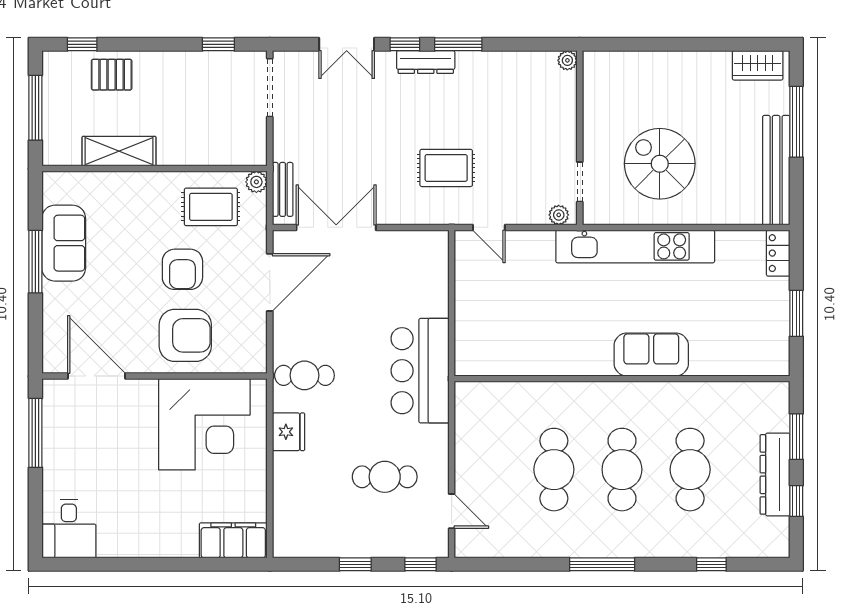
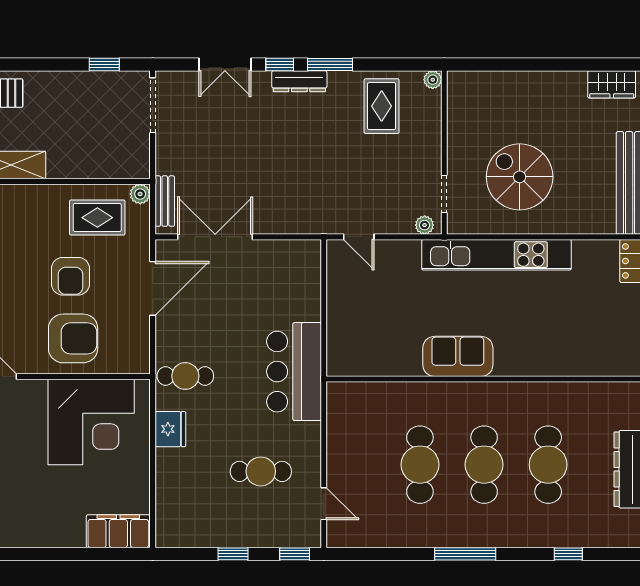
rug: (446, 168) -> (382, 106), moved, turned 90
sofa: (651, 355) -> (458, 356), moved

